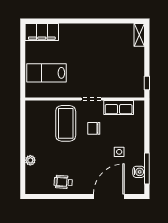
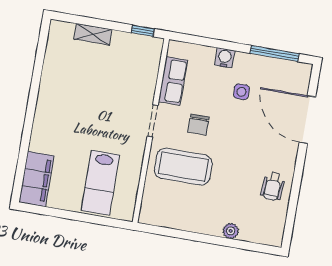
shelving: (139, 35) -> (93, 34), moved
water cooler: (139, 172) -> (225, 58), moved

